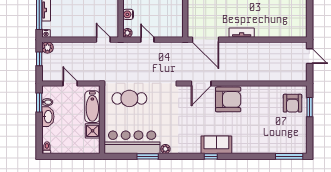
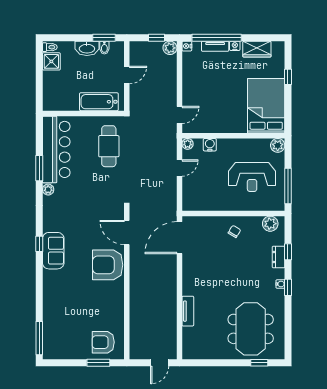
tv unit: (242, 33) -> (188, 311), moved
armchair: (228, 99) -> (108, 265), turned 90
shower: (93, 131) -> (51, 61), moved

